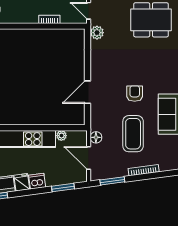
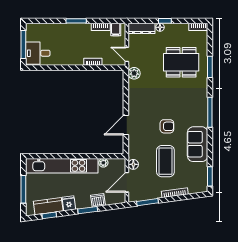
armchair: (135, 94) -> (167, 126), turned 90
door: (89, 158) -> (127, 182), hinge flipped
dishwasher: (37, 181) -> (98, 200), moved
window: (63, 188) -> (88, 210), moved

